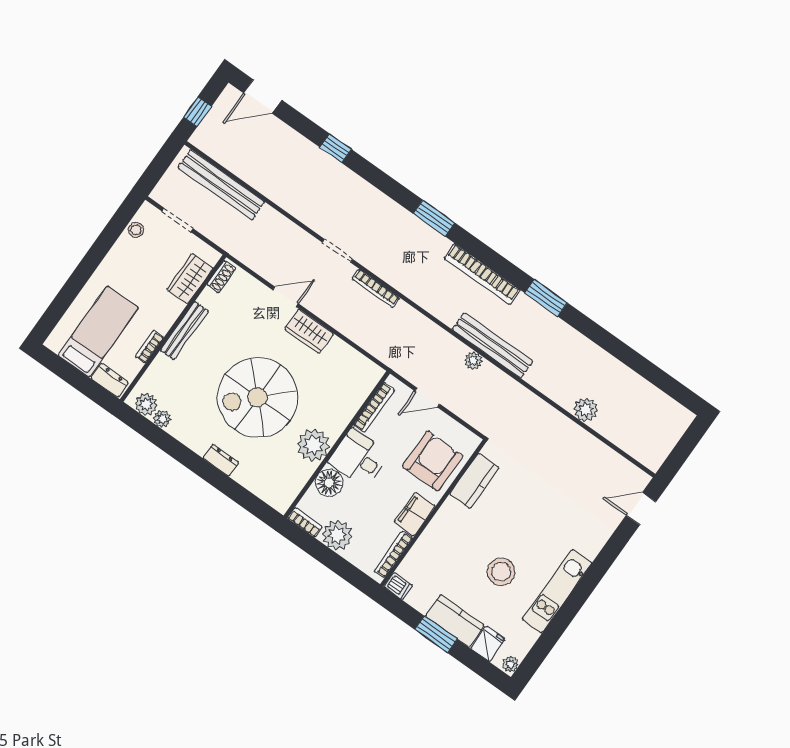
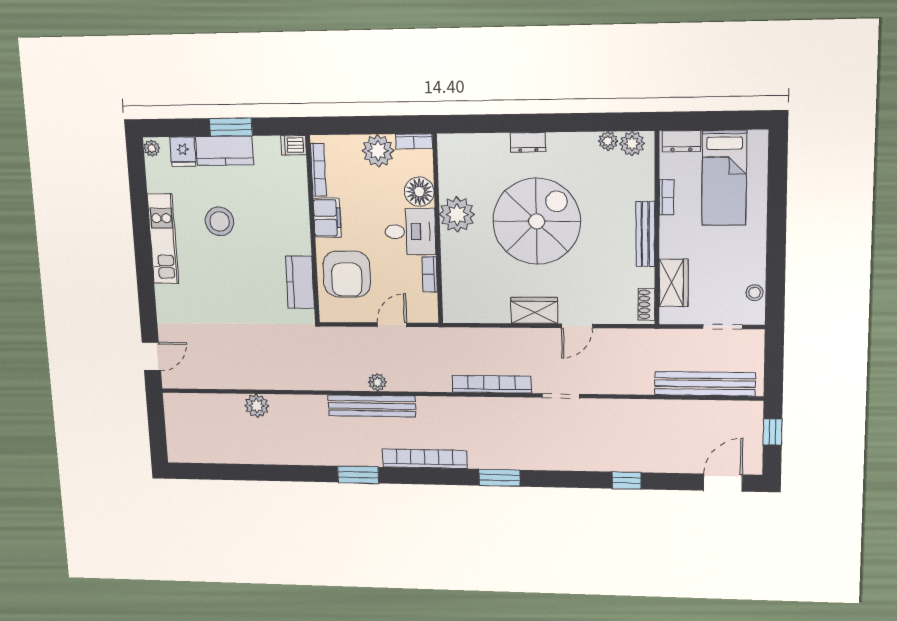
bookcase: (376, 288) -> (492, 384), width x1.48, depth x1.31
bookcase: (374, 408) -> (430, 274), width x0.64

